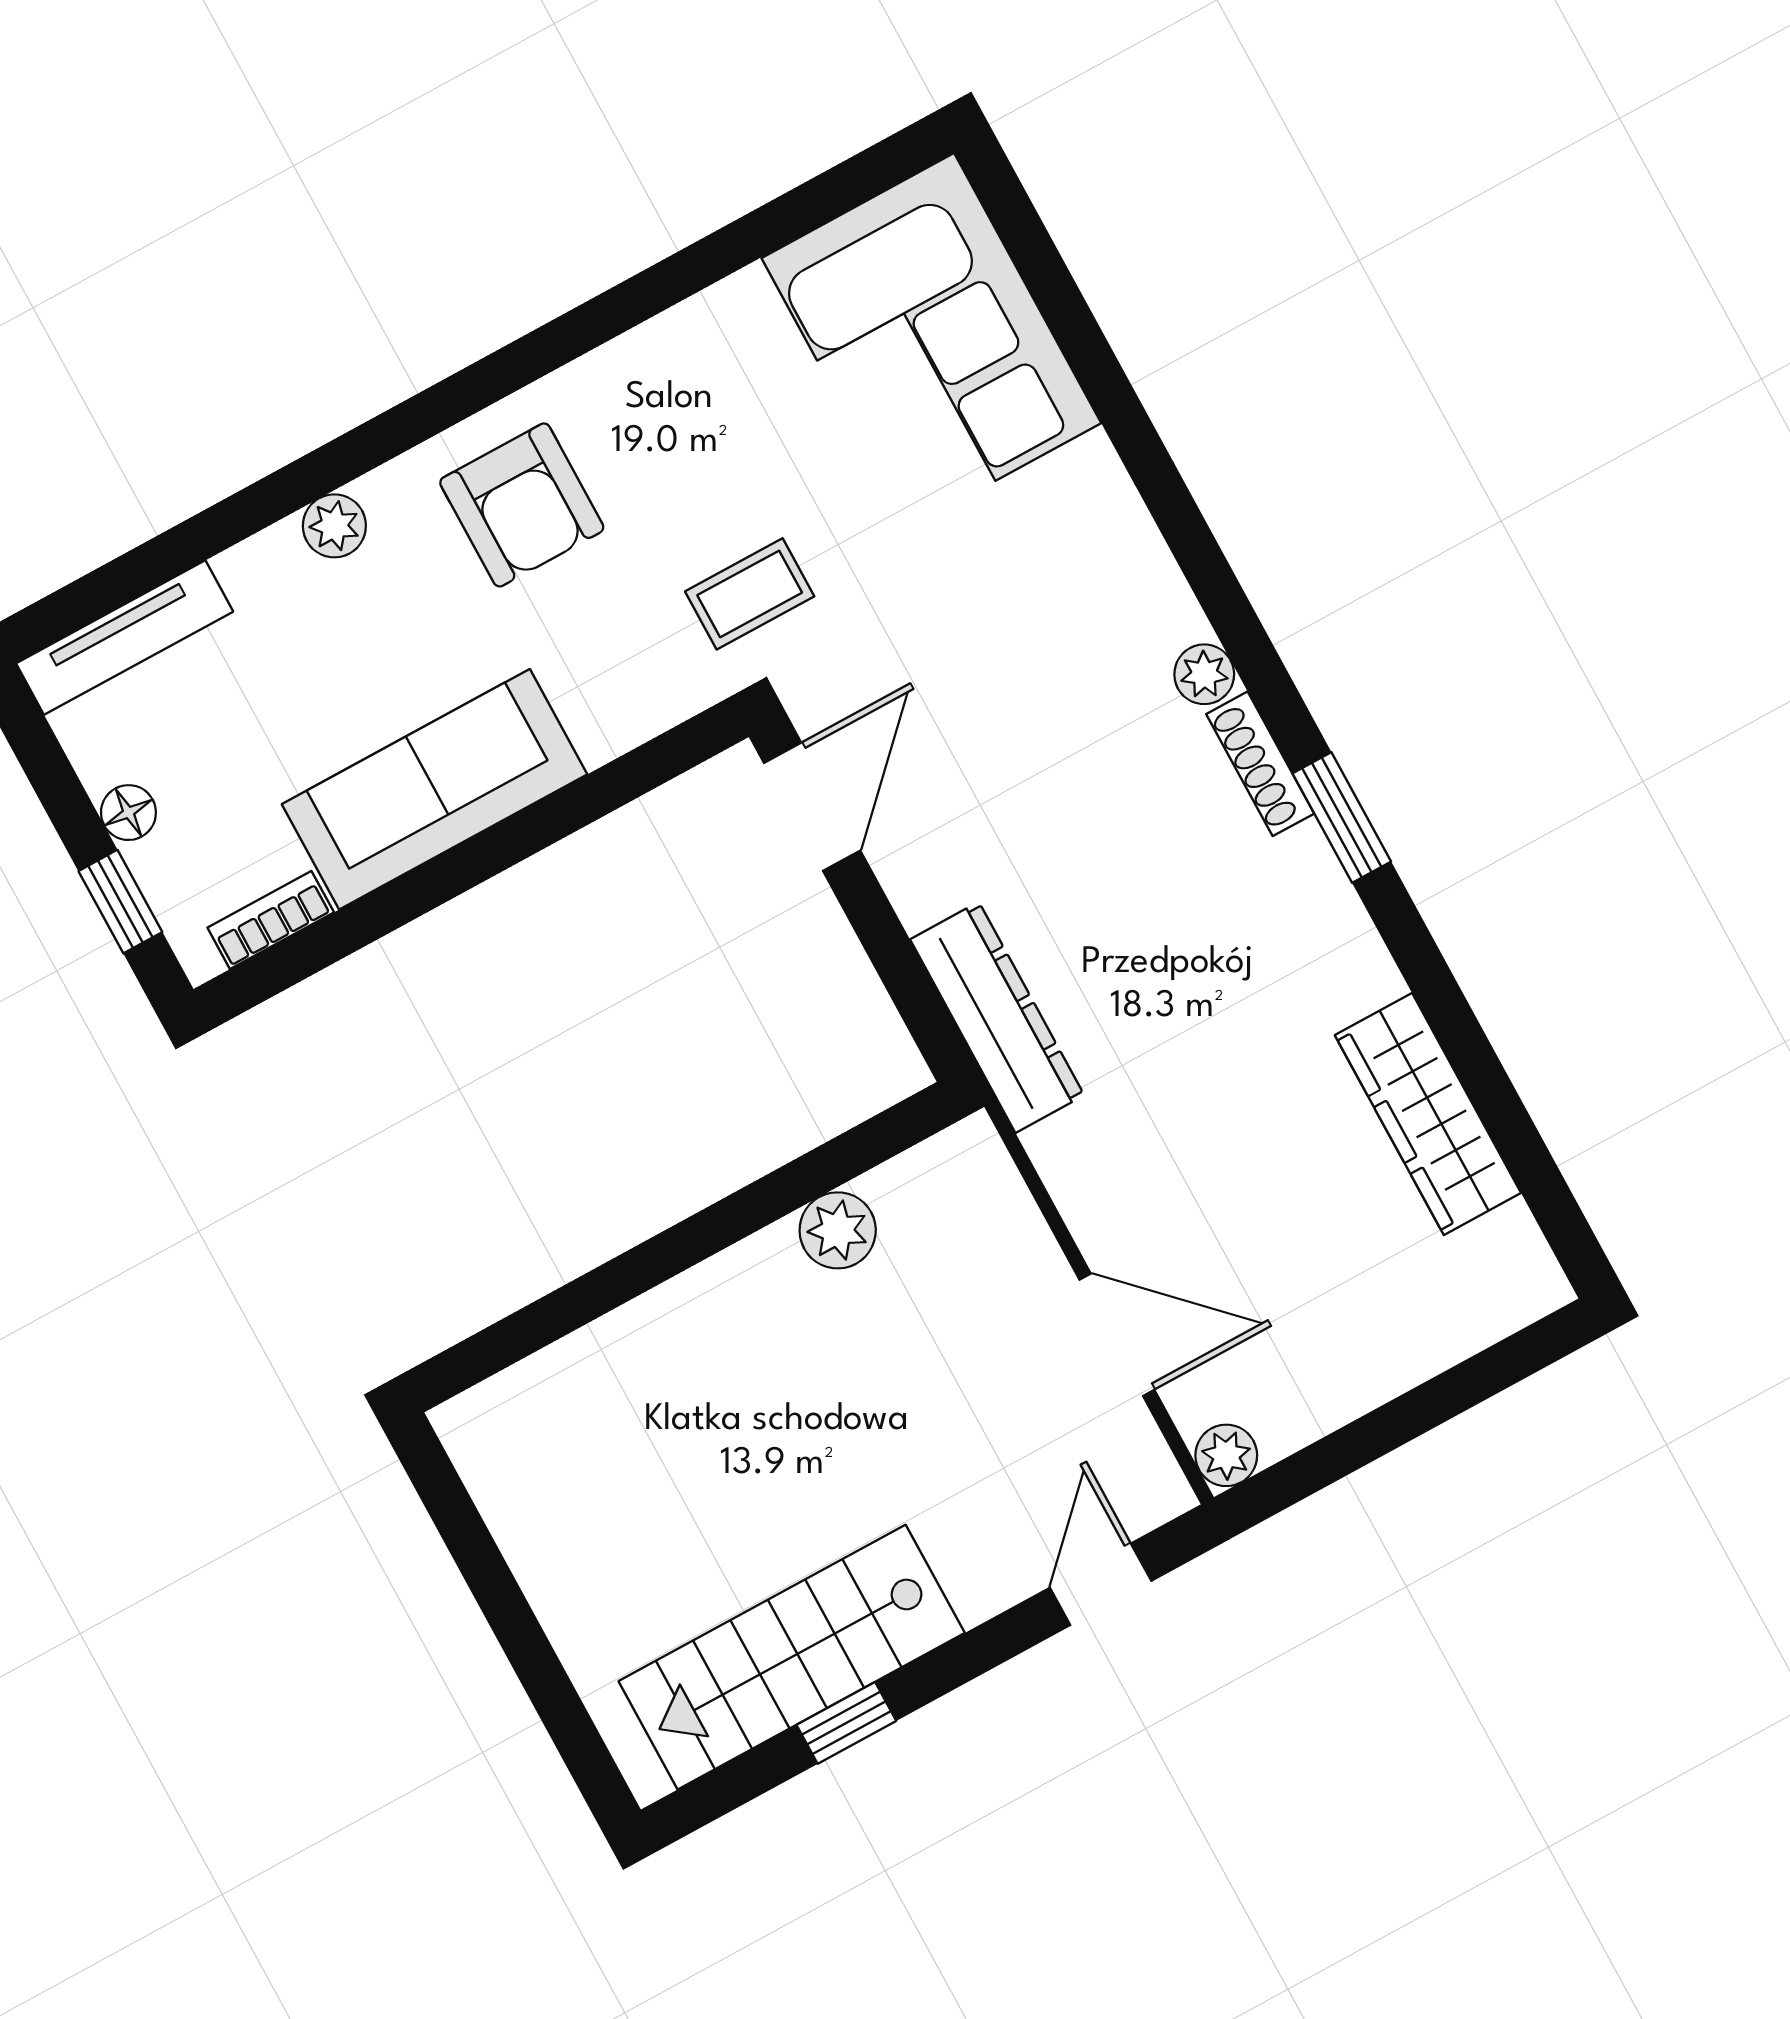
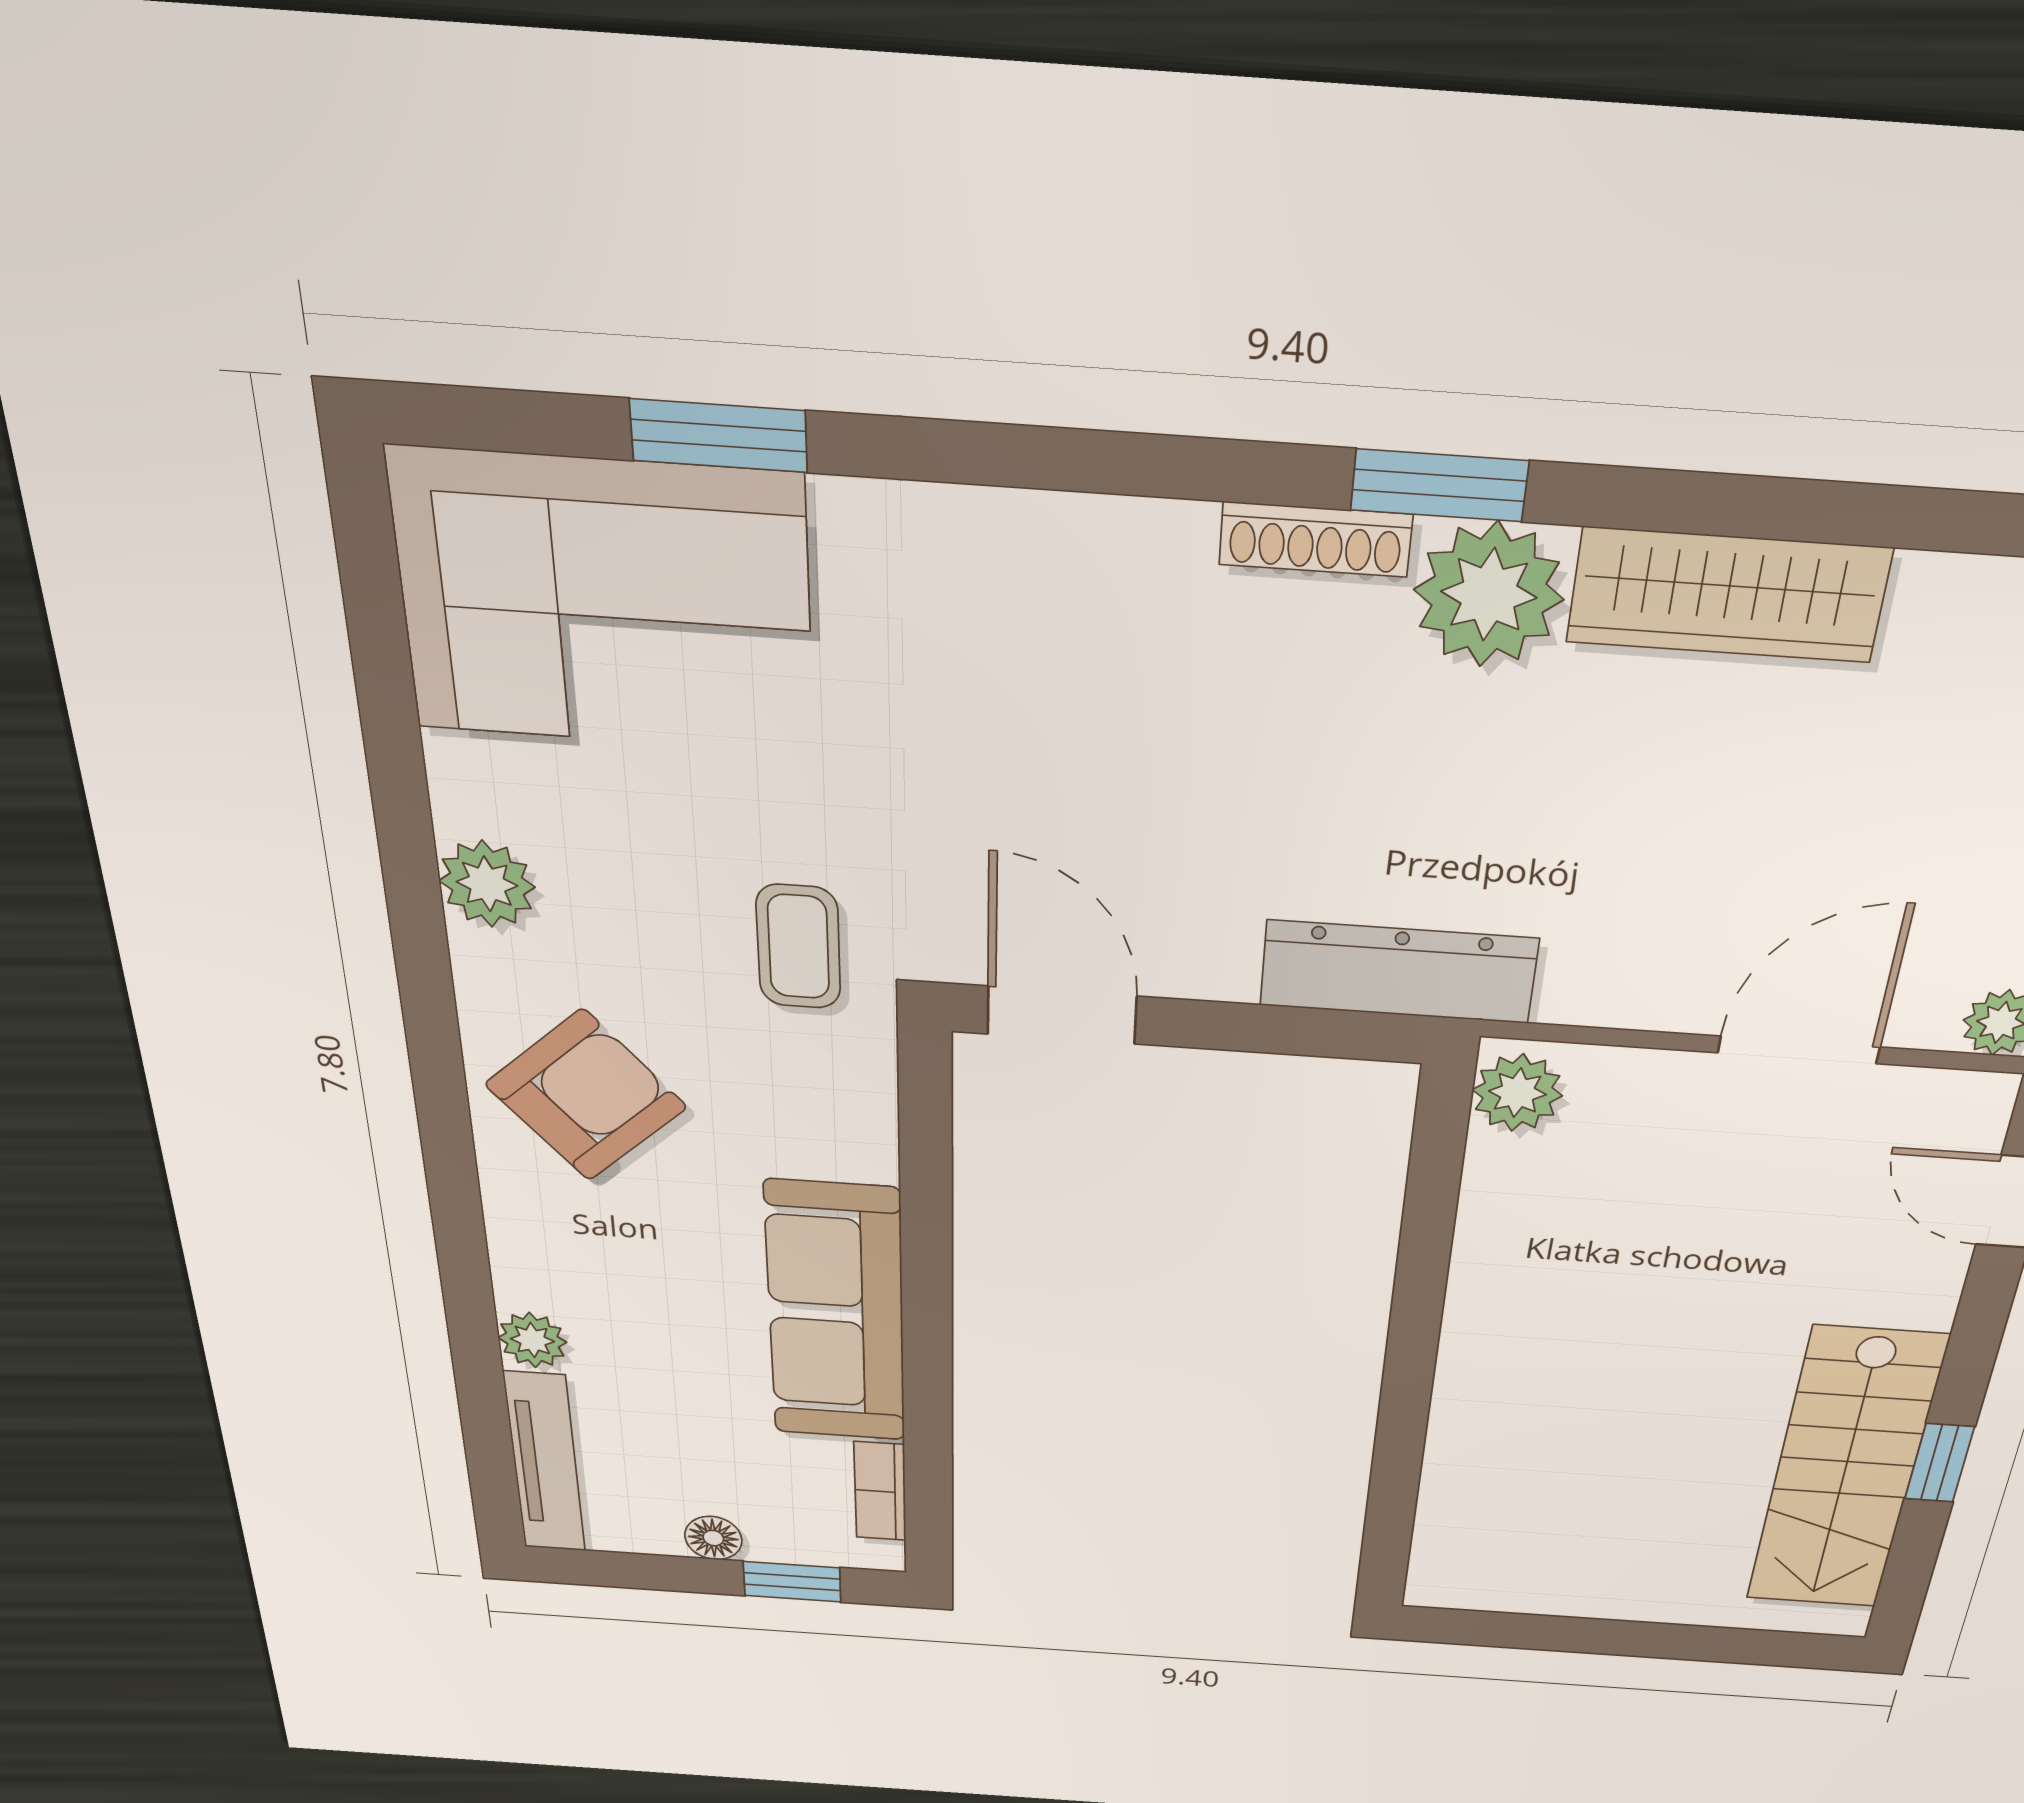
plant: (663, 355) -> (487, 884), added
window: (1091, 358) -> (719, 436), added
armchair: (522, 505) -> (586, 1096), turned -42
plant: (334, 526) -> (532, 1340), moved
plant: (1204, 674) -> (1489, 594), moved, width x1.88, depth x1.88
wardrobe: (1428, 1114) -> (1728, 595), moved
plant: (838, 1230) -> (1517, 1093), moved

